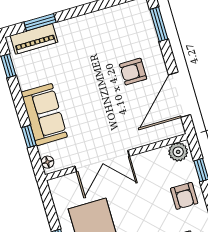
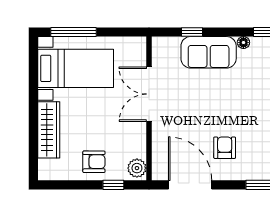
floor lamp: (48, 162) -> (243, 43), moved
armchair: (184, 196) -> (94, 162), turned 180

